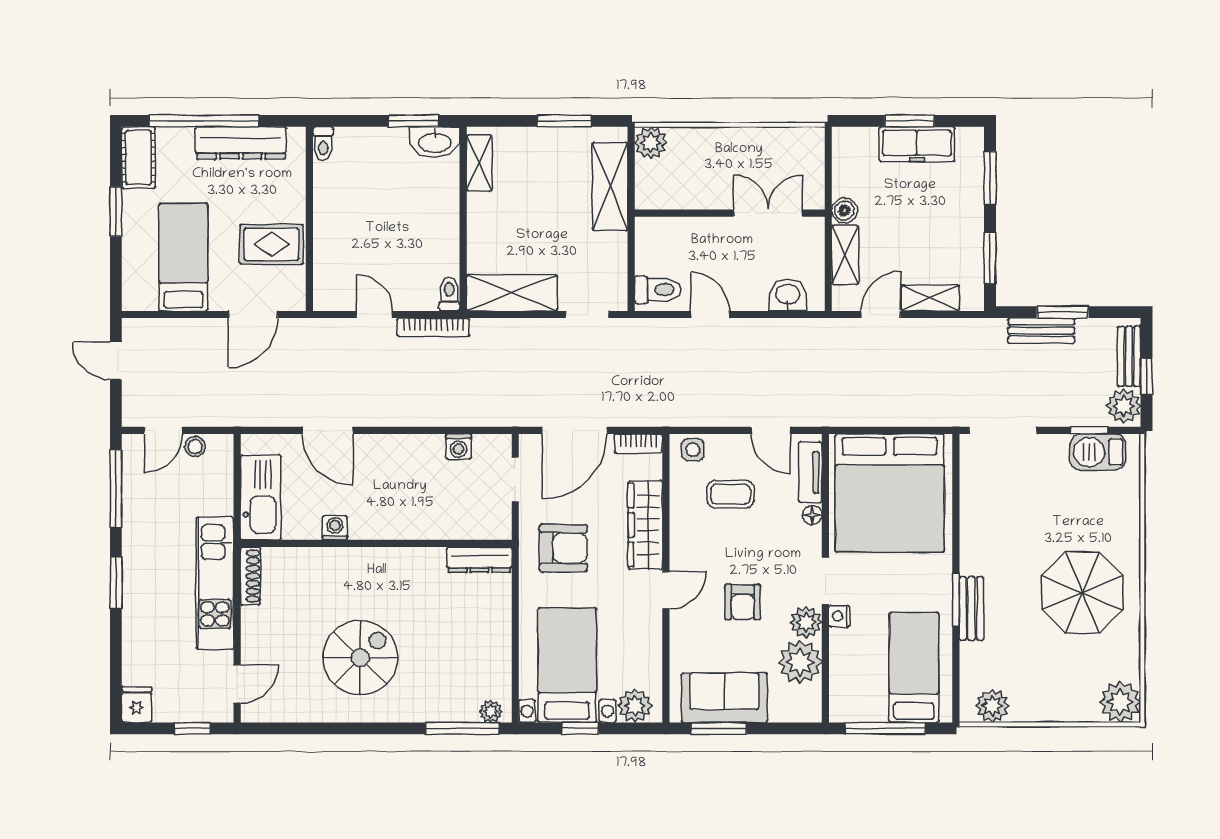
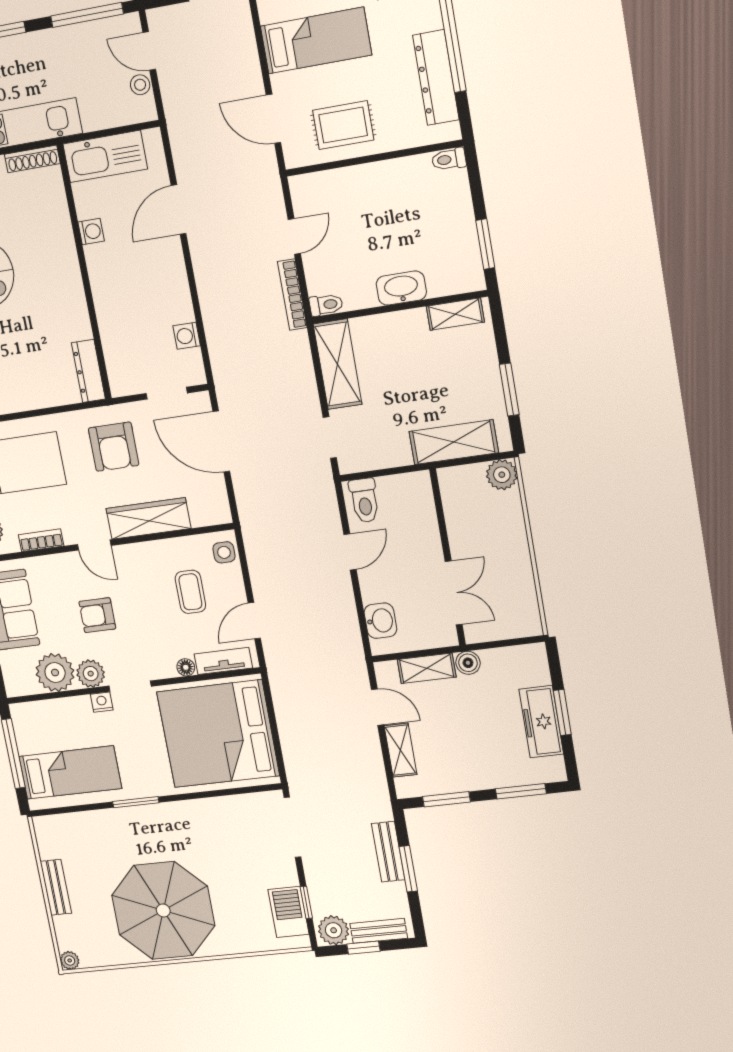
washbasin: (435, 142) -> (401, 288), moved, turned 90
rug: (271, 244) -> (343, 125), turned 90
bookcase: (638, 444) -> (41, 540), moved, turned 90
parasol: (1082, 593) -> (163, 910), width x1.36, depth x1.36
bench: (971, 608) -> (56, 887), moved, turned 90
plant: (1120, 702) -> (70, 960), width x0.53, depth x0.53
plant: (992, 706) -> (51, 844), removed

